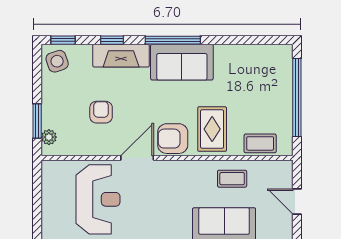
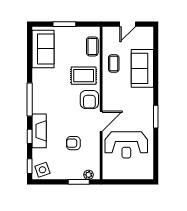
sofa: (182, 62) -> (43, 49), moved
window: (297, 97) -> (64, 24), width x0.47
door: (137, 158) -> (101, 121), swing flipped
reception desk: (98, 199) -> (126, 145), turned 180

